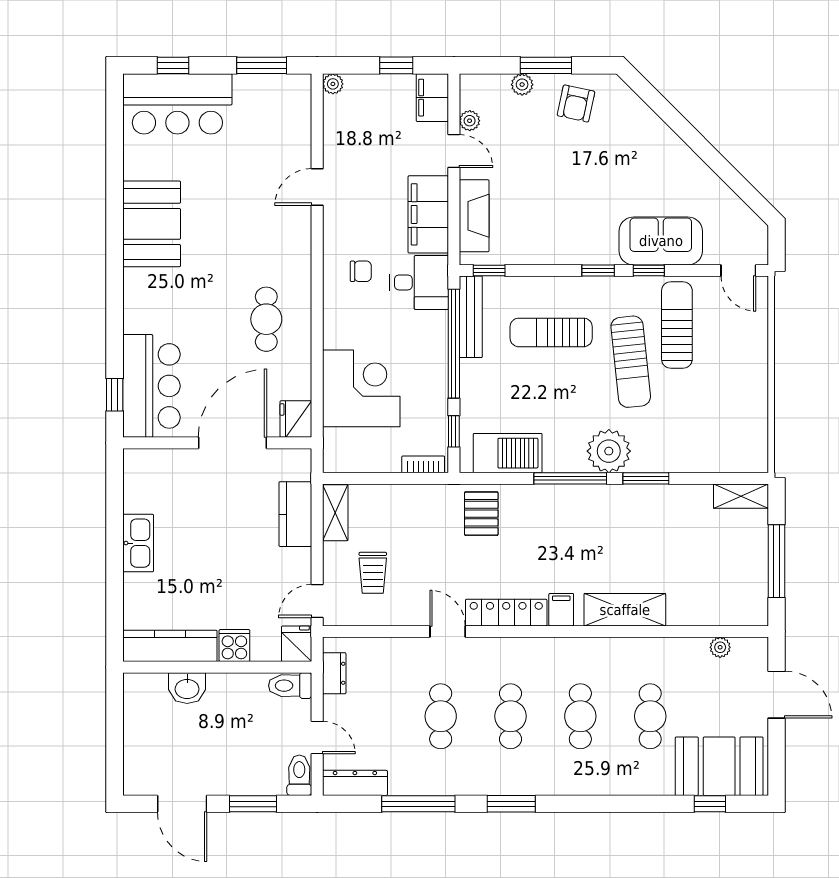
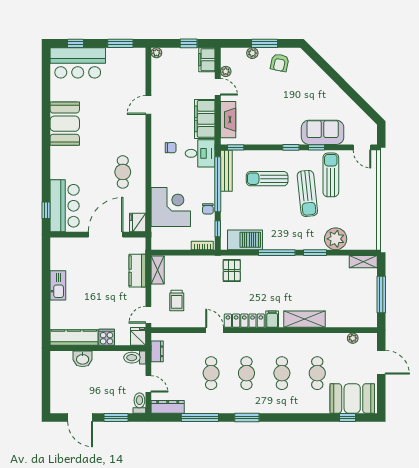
chair: (434, 392) -> (208, 209), added
plant: (609, 451) -> (336, 239), moved

